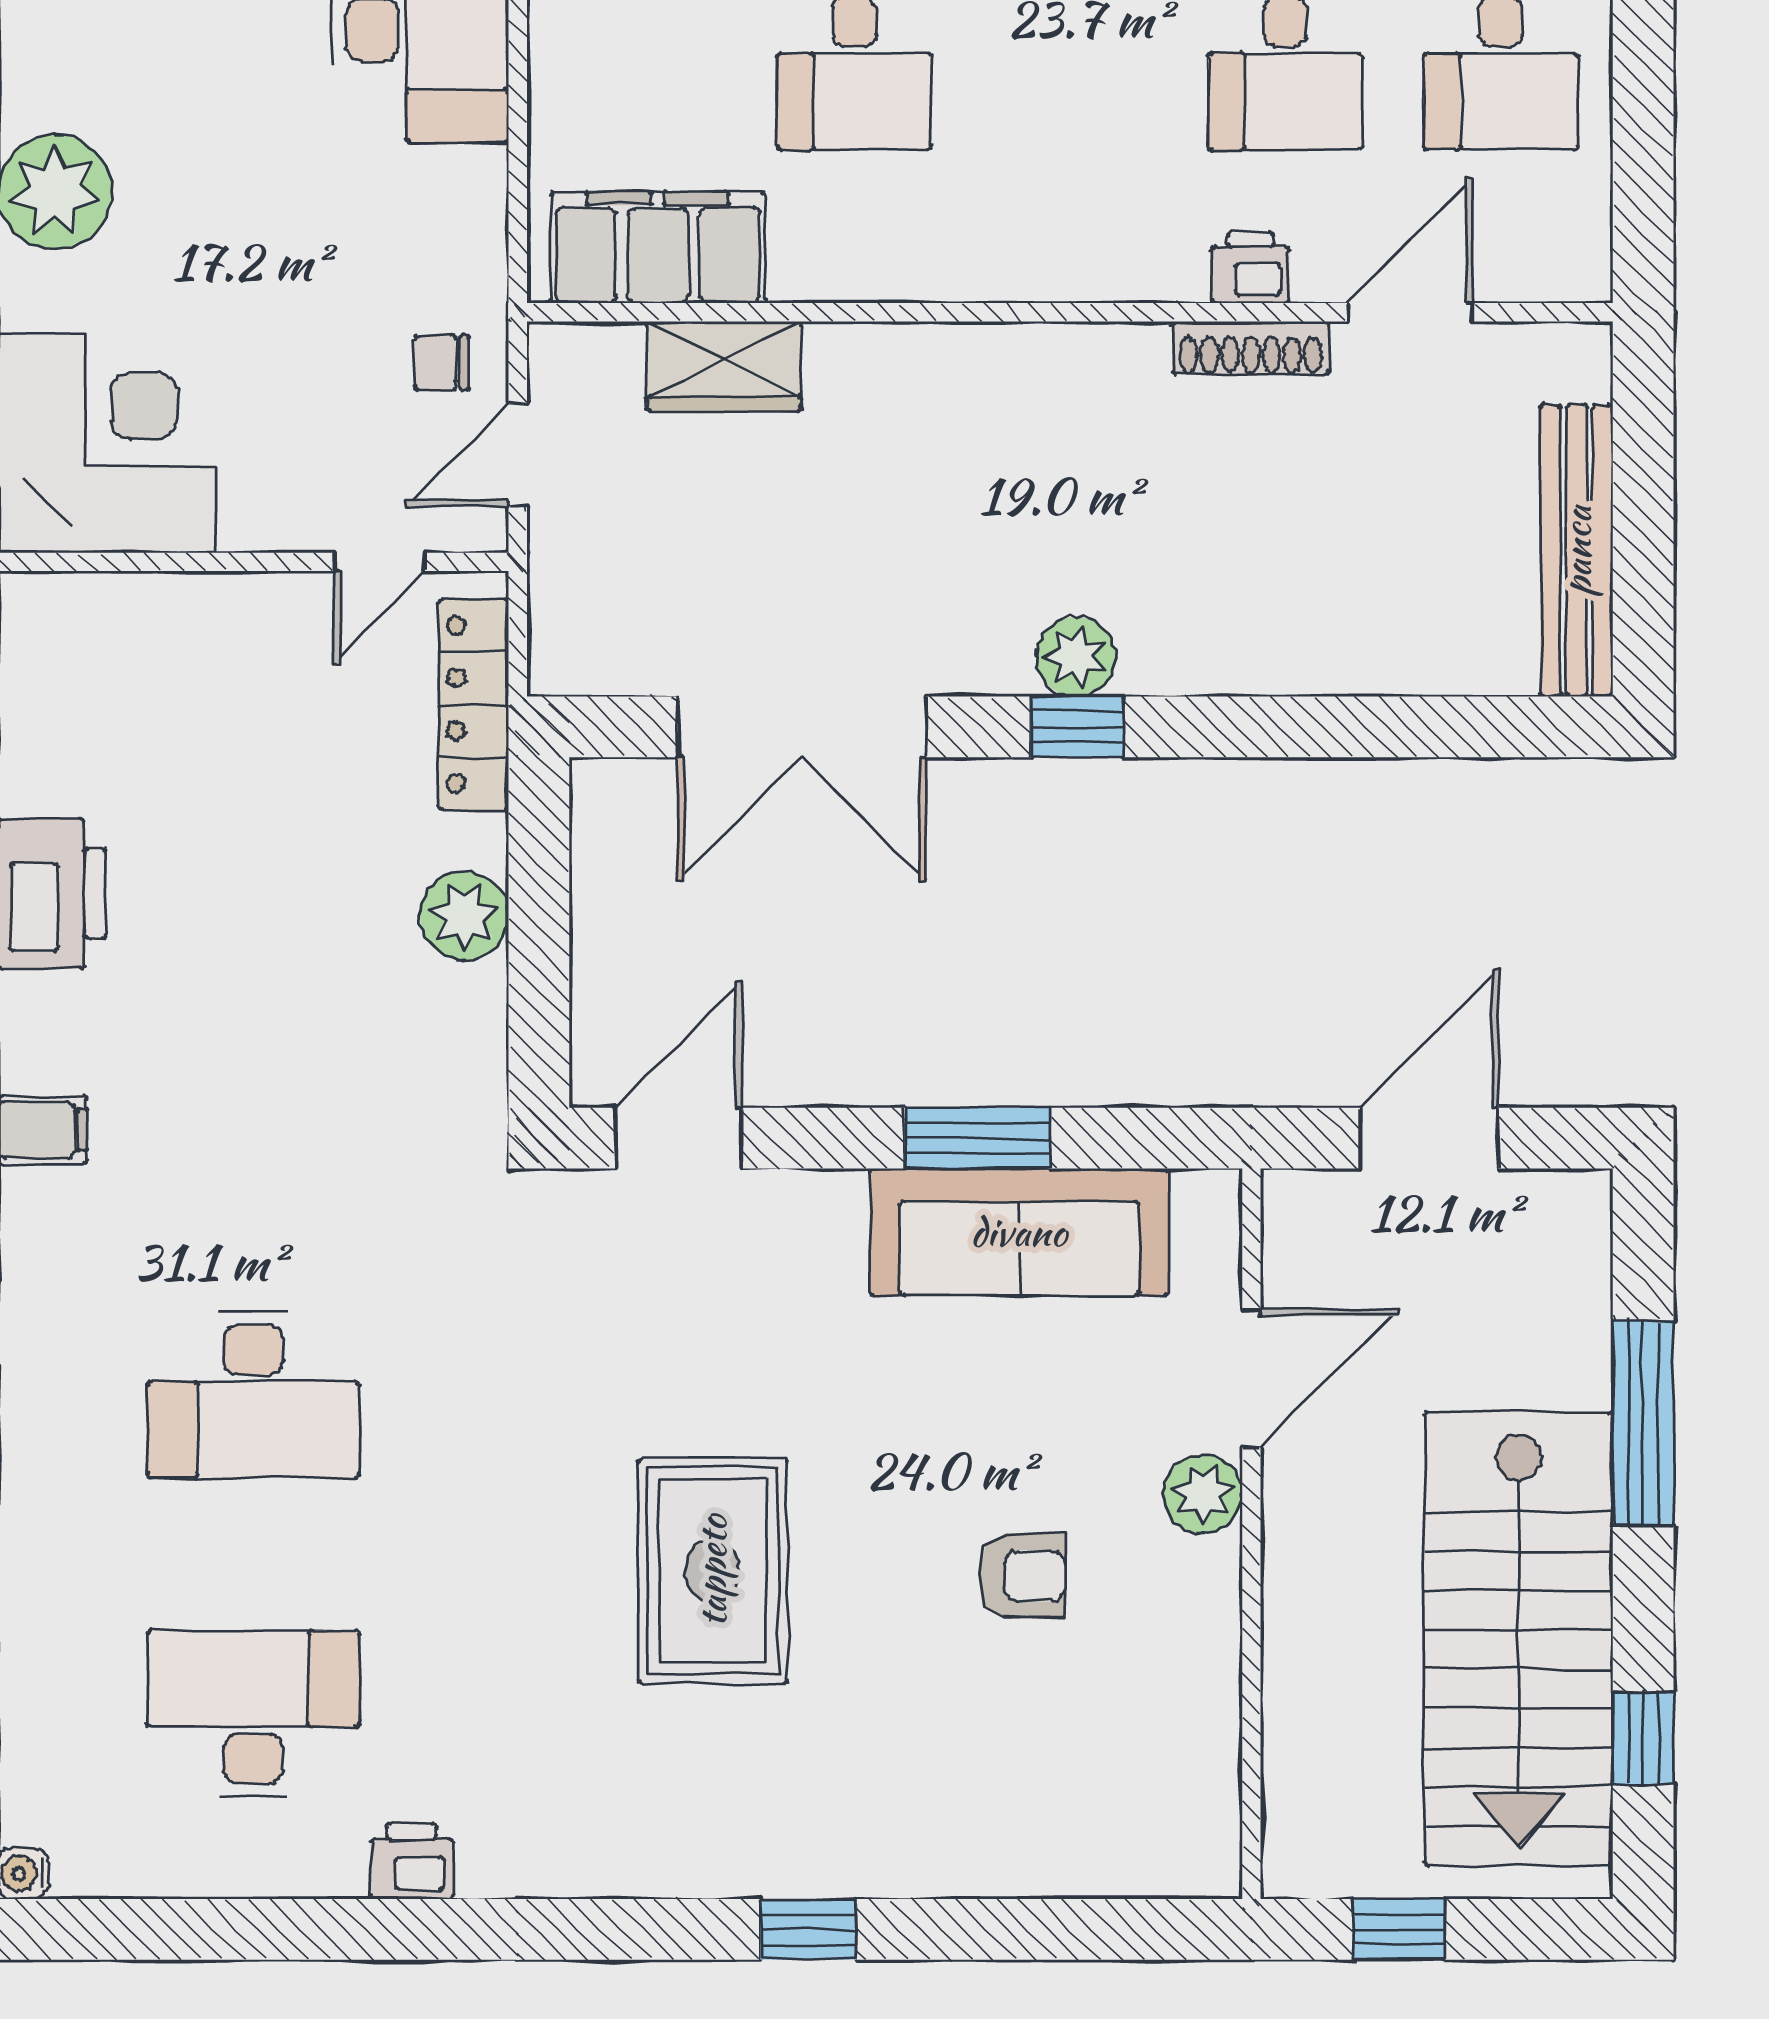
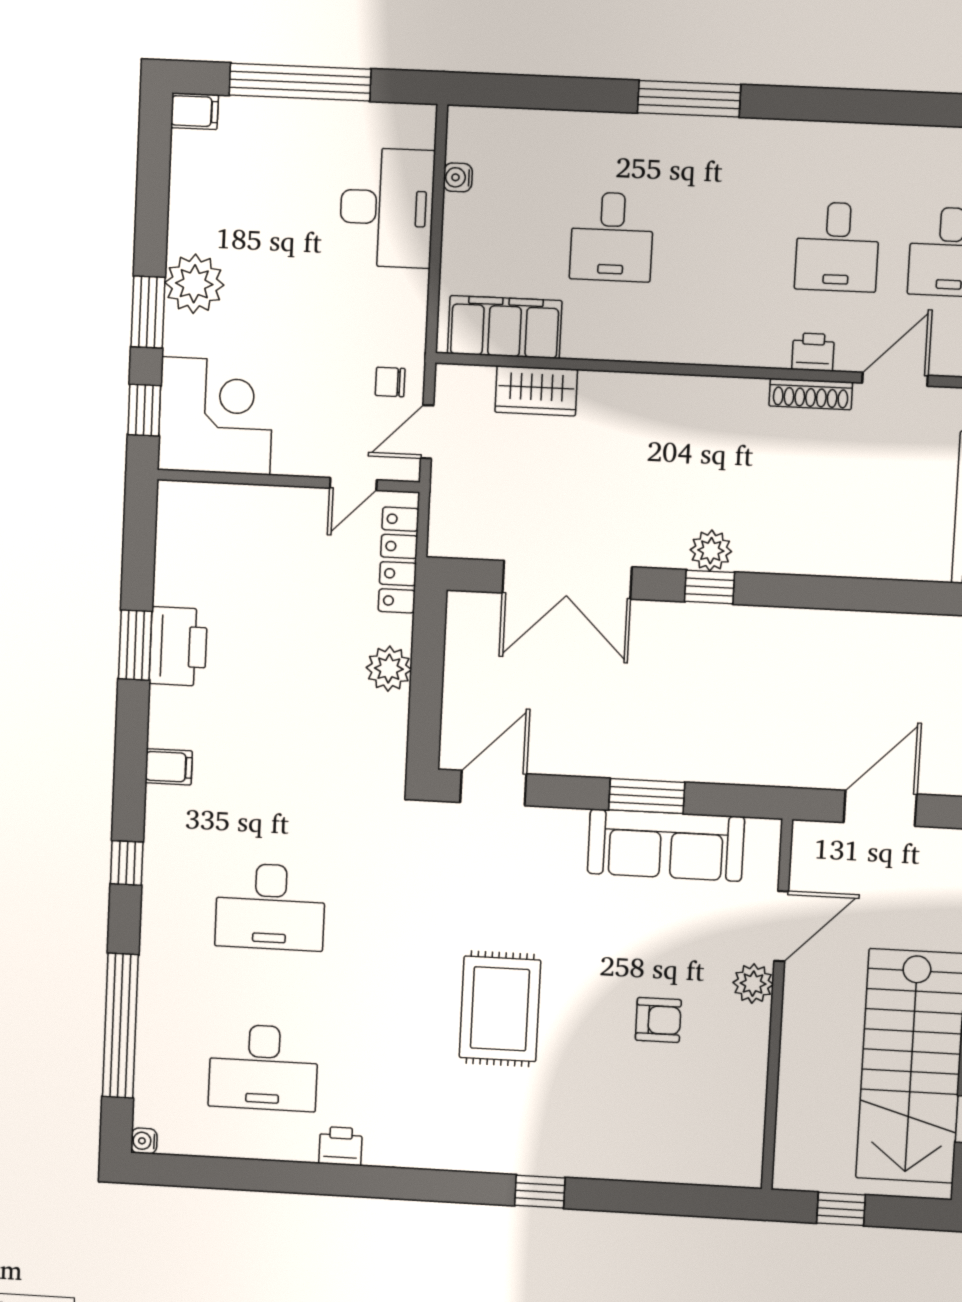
desk: (253, 1714) -> (263, 1067), turned 180

